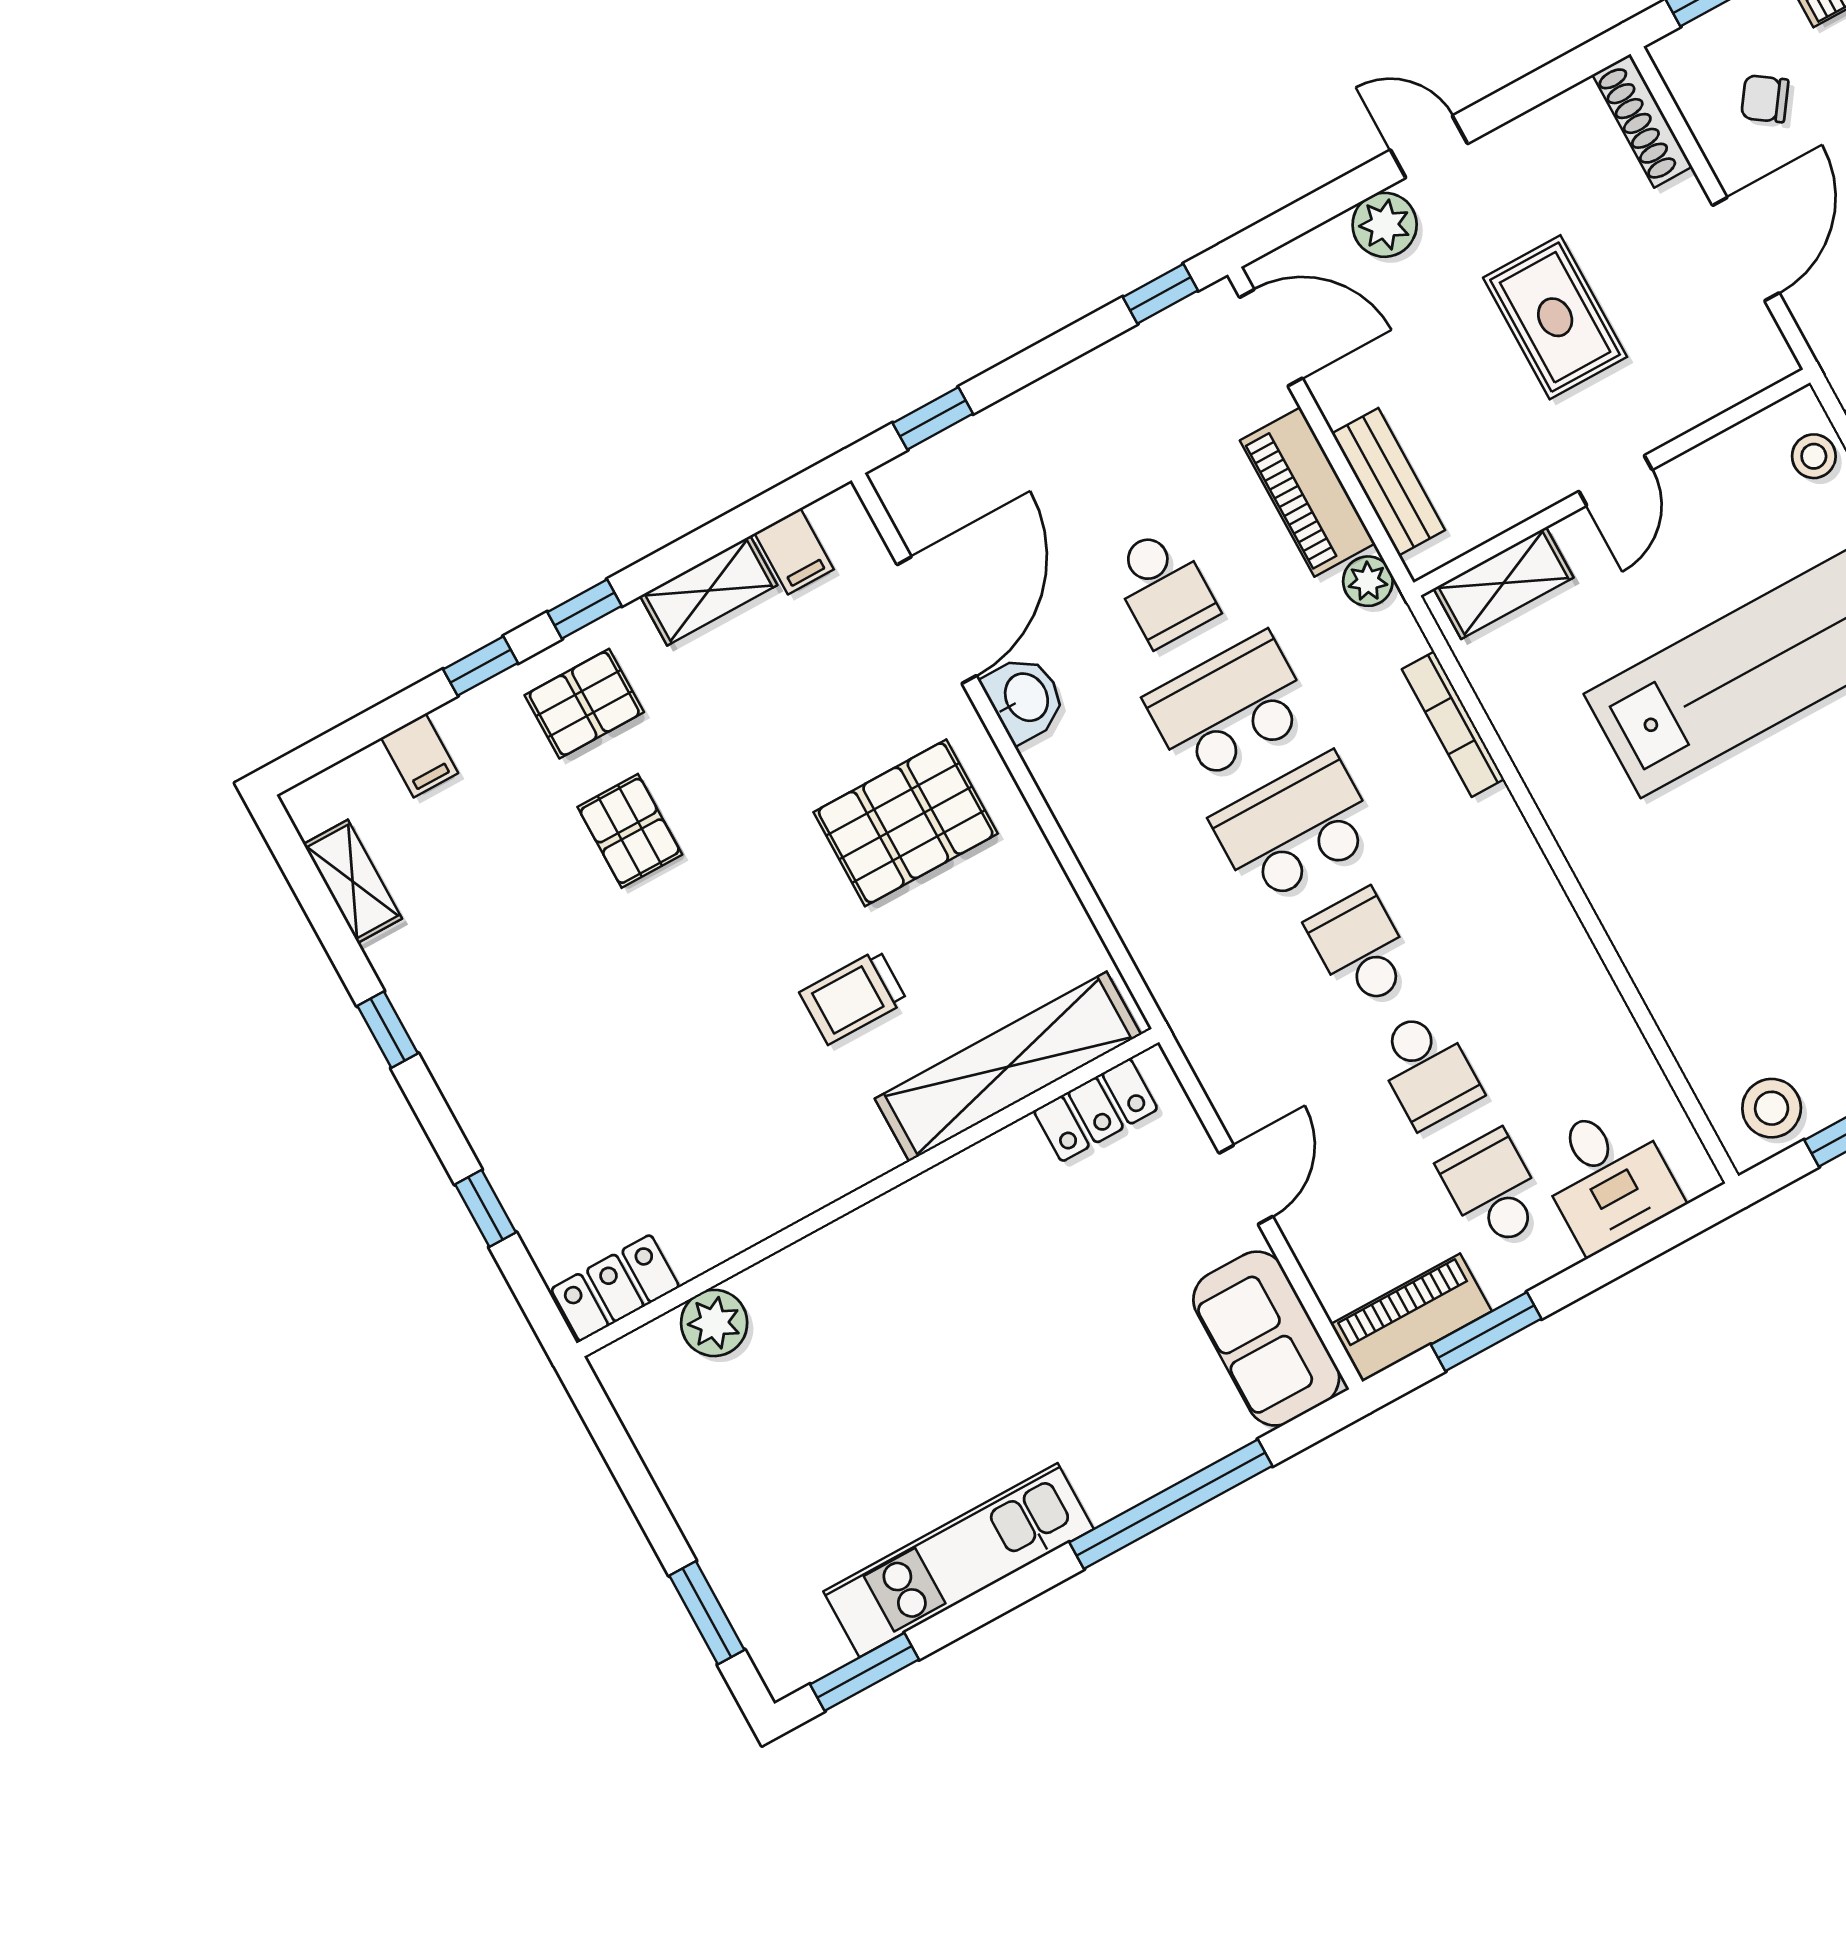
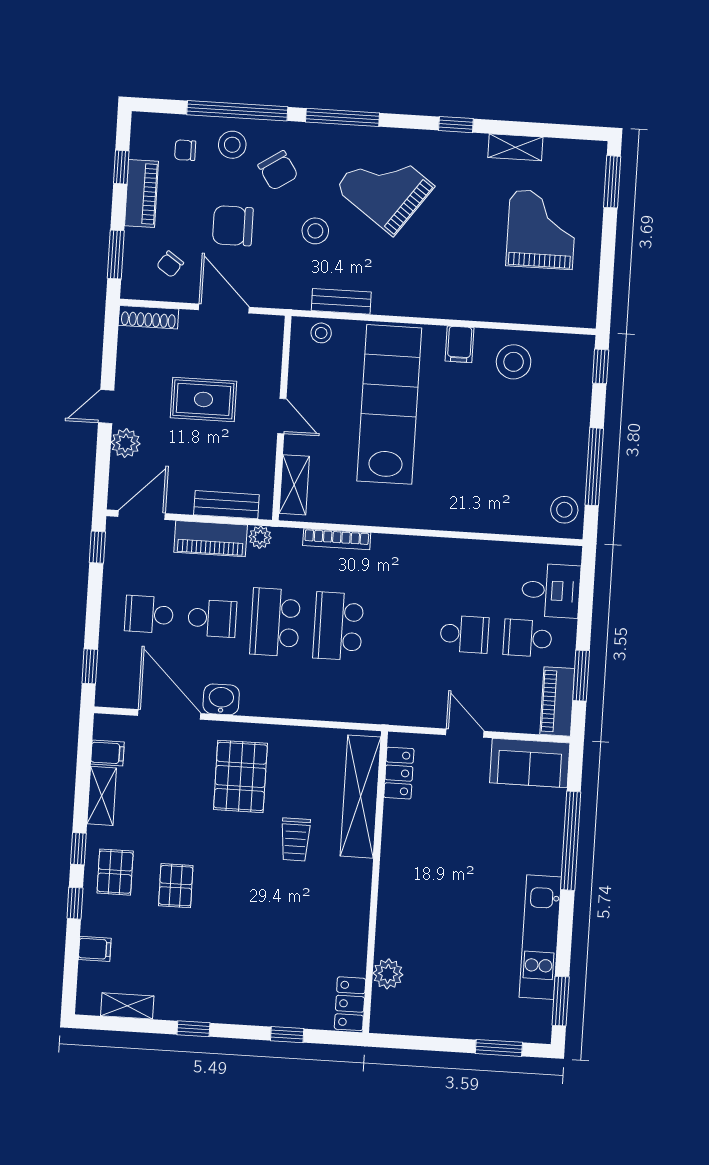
pallet: (630, 831) -> (176, 886), turned 90
school desk: (1361, 949) -> (149, 614), moved

